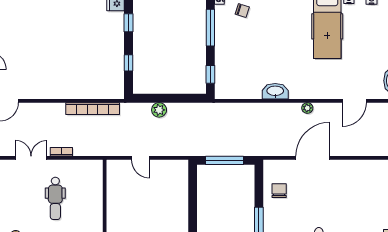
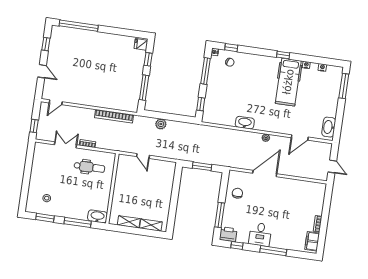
window: (128, 63) -> (144, 88), width x2.17
window: (225, 160) -> (202, 166), width x0.69
dental chair: (55, 198) -> (89, 167), moved, turned -90

